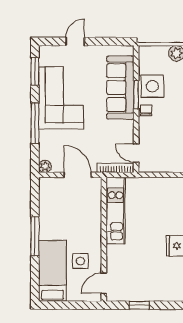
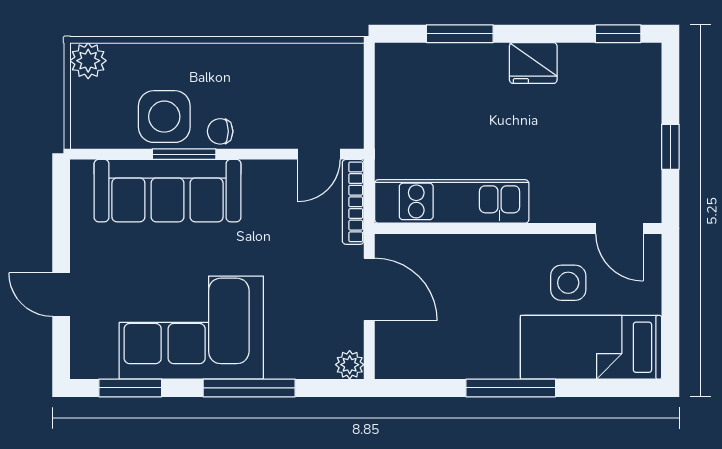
door: (78, 175) -> (369, 289), swing flipped

